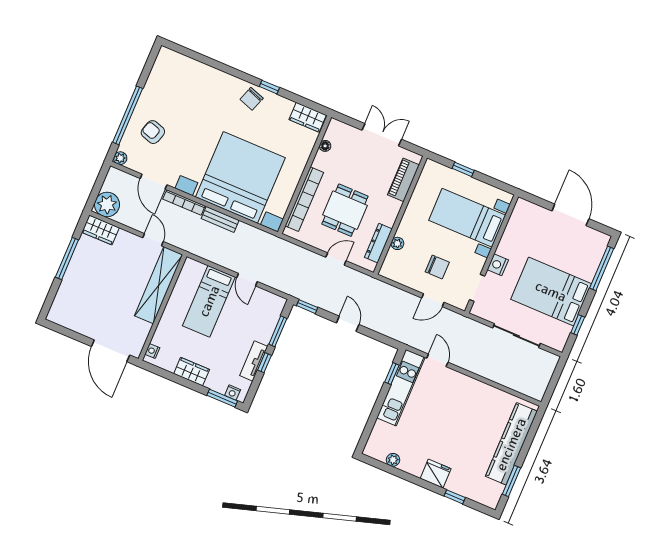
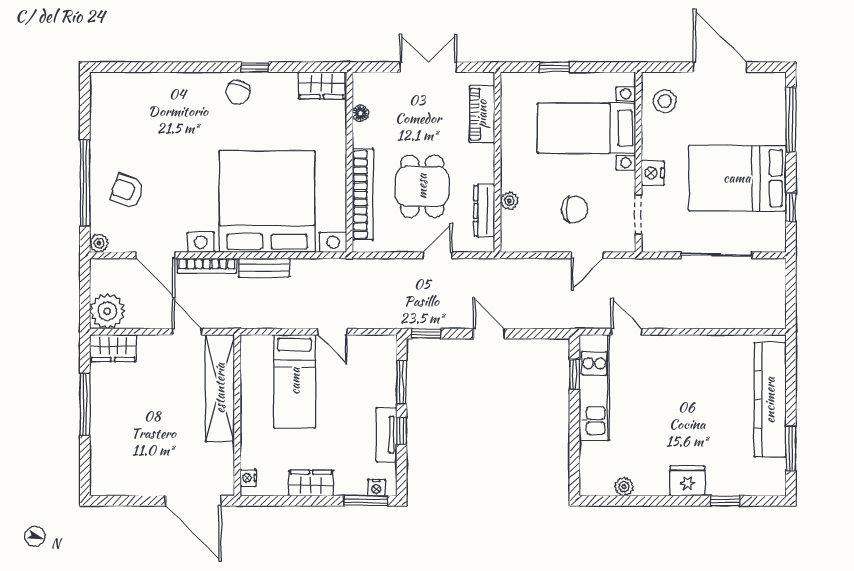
stool: (525, 222) -> (665, 101), added

